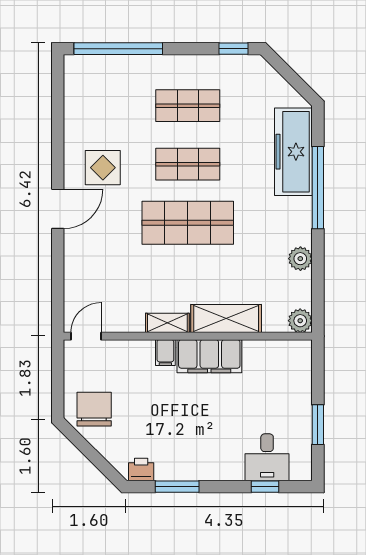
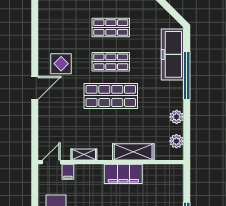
plant: (300, 321) -> (176, 141), moved
shelving: (167, 323) -> (84, 154), moved
filing cabinet: (165, 353) -> (68, 172), moved

